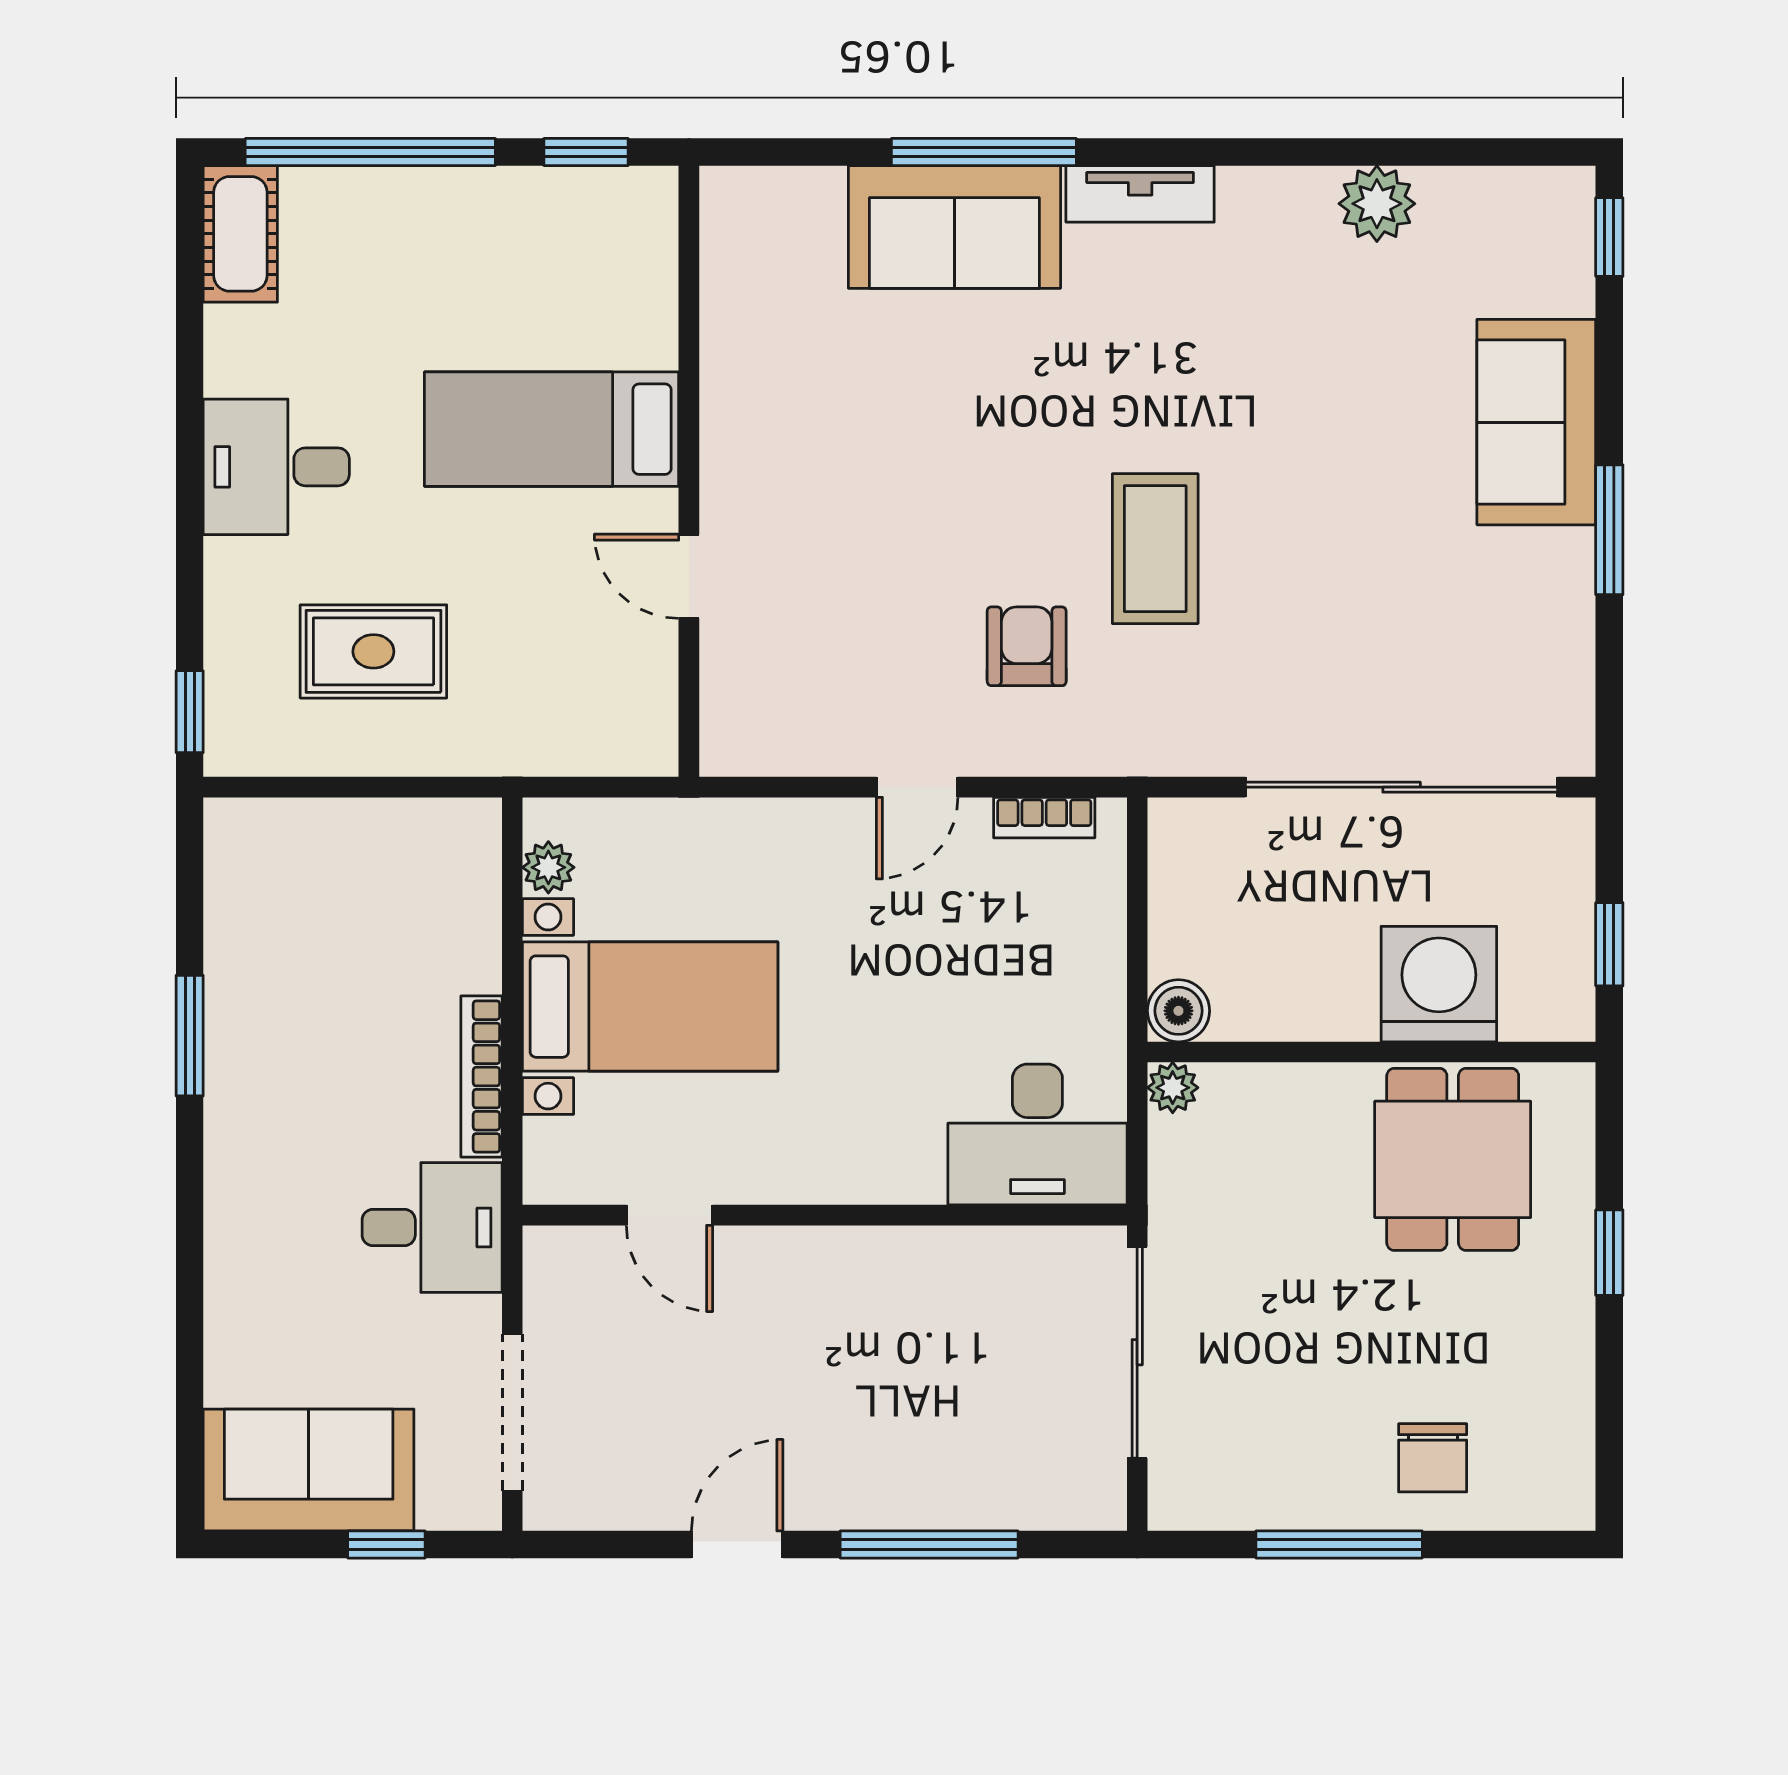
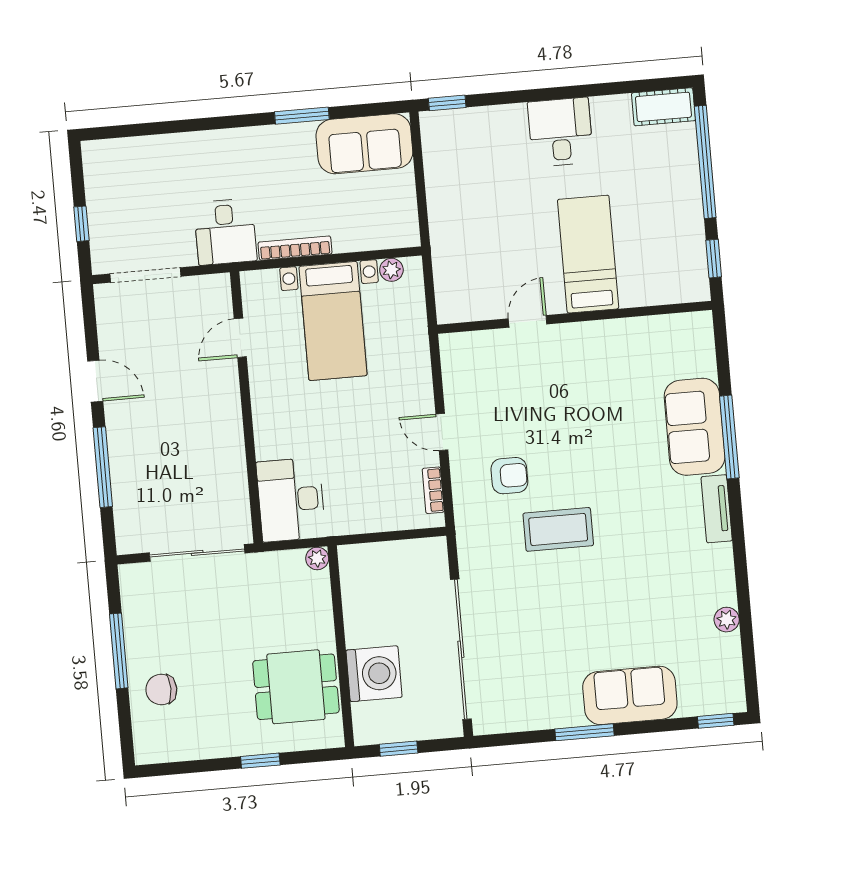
plant: (1377, 204) -> (727, 620), width x0.73, depth x0.73
rug: (373, 651) -> (481, 183), removed
boiler: (1178, 1011) -> (352, 558), removed
sofa: (309, 1470) -> (364, 144), moved, turned 90

